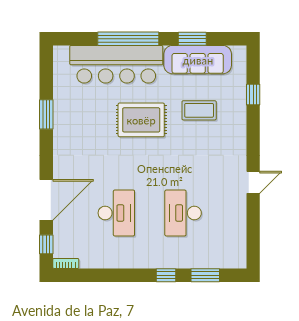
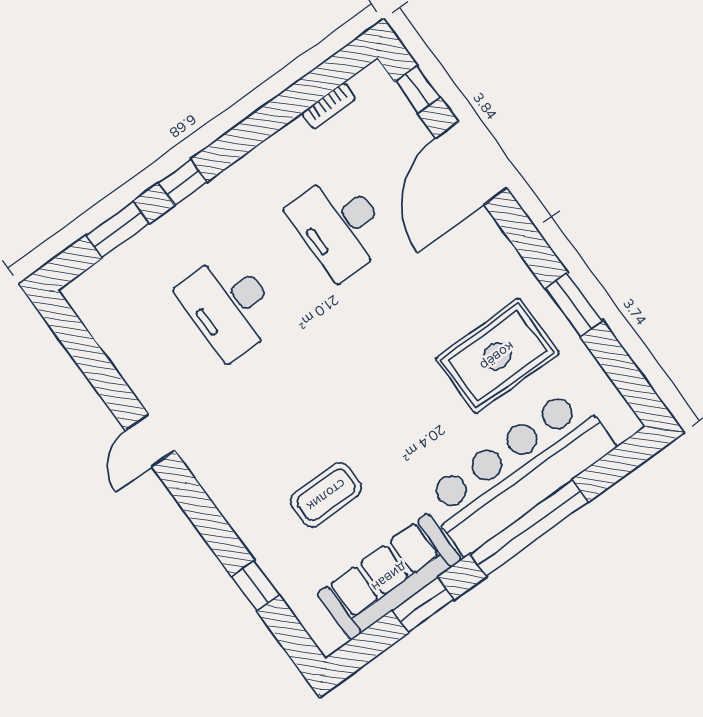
rug: (141, 120) -> (497, 356), moved
desk: (183, 213) -> (229, 306), turned 180
bookcase: (66, 263) -> (329, 106), moved

